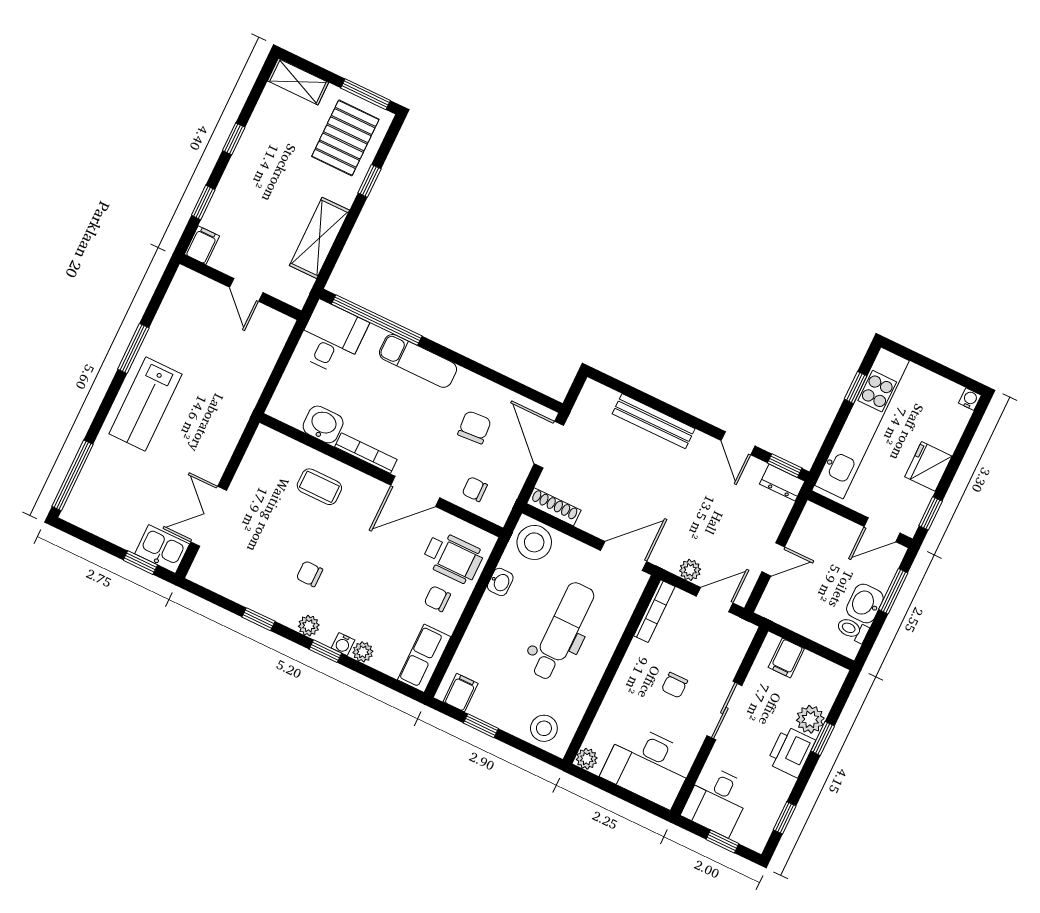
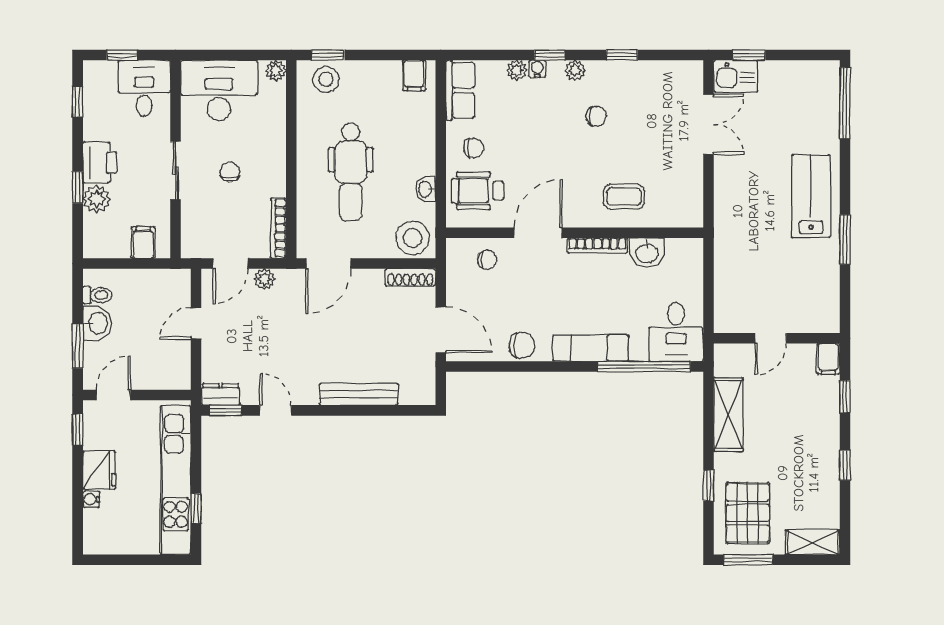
door: (246, 290) -> (771, 338), swing flipped
water cooler: (970, 399) -> (91, 499), moved, turned 90
chair: (474, 427) -> (522, 345), moved, turned -86
window: (481, 726) -> (328, 55), moved

